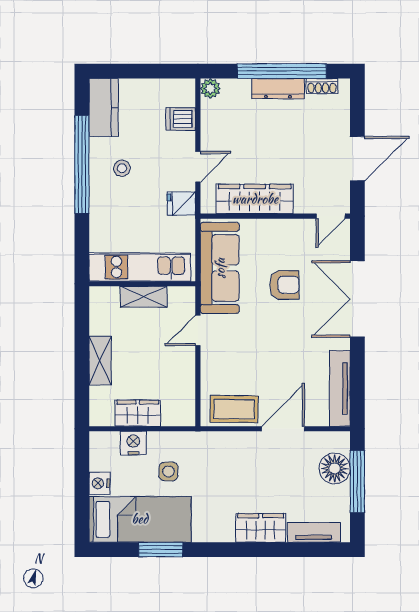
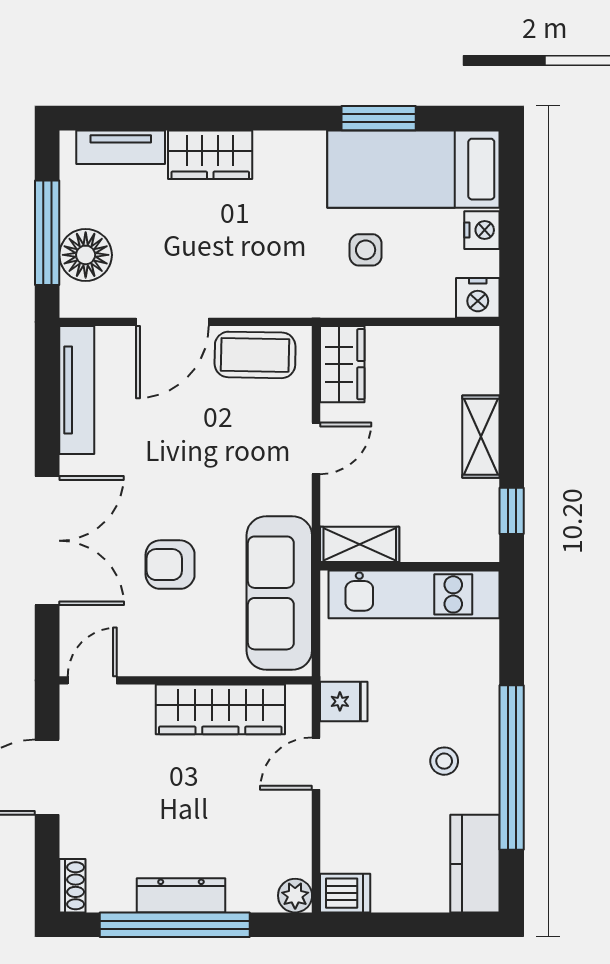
shoe rack: (322, 86) -> (72, 886), moved, turned 90
dishwasher: (181, 119) -> (345, 893), moved
shelving: (144, 297) -> (360, 544), moved
window: (82, 317) -> (512, 511), added
door: (198, 330) -> (316, 448), moved
wardrobe: (138, 413) -> (342, 364), moved, turned -90
nightstand: (133, 443) -> (478, 298), moved

